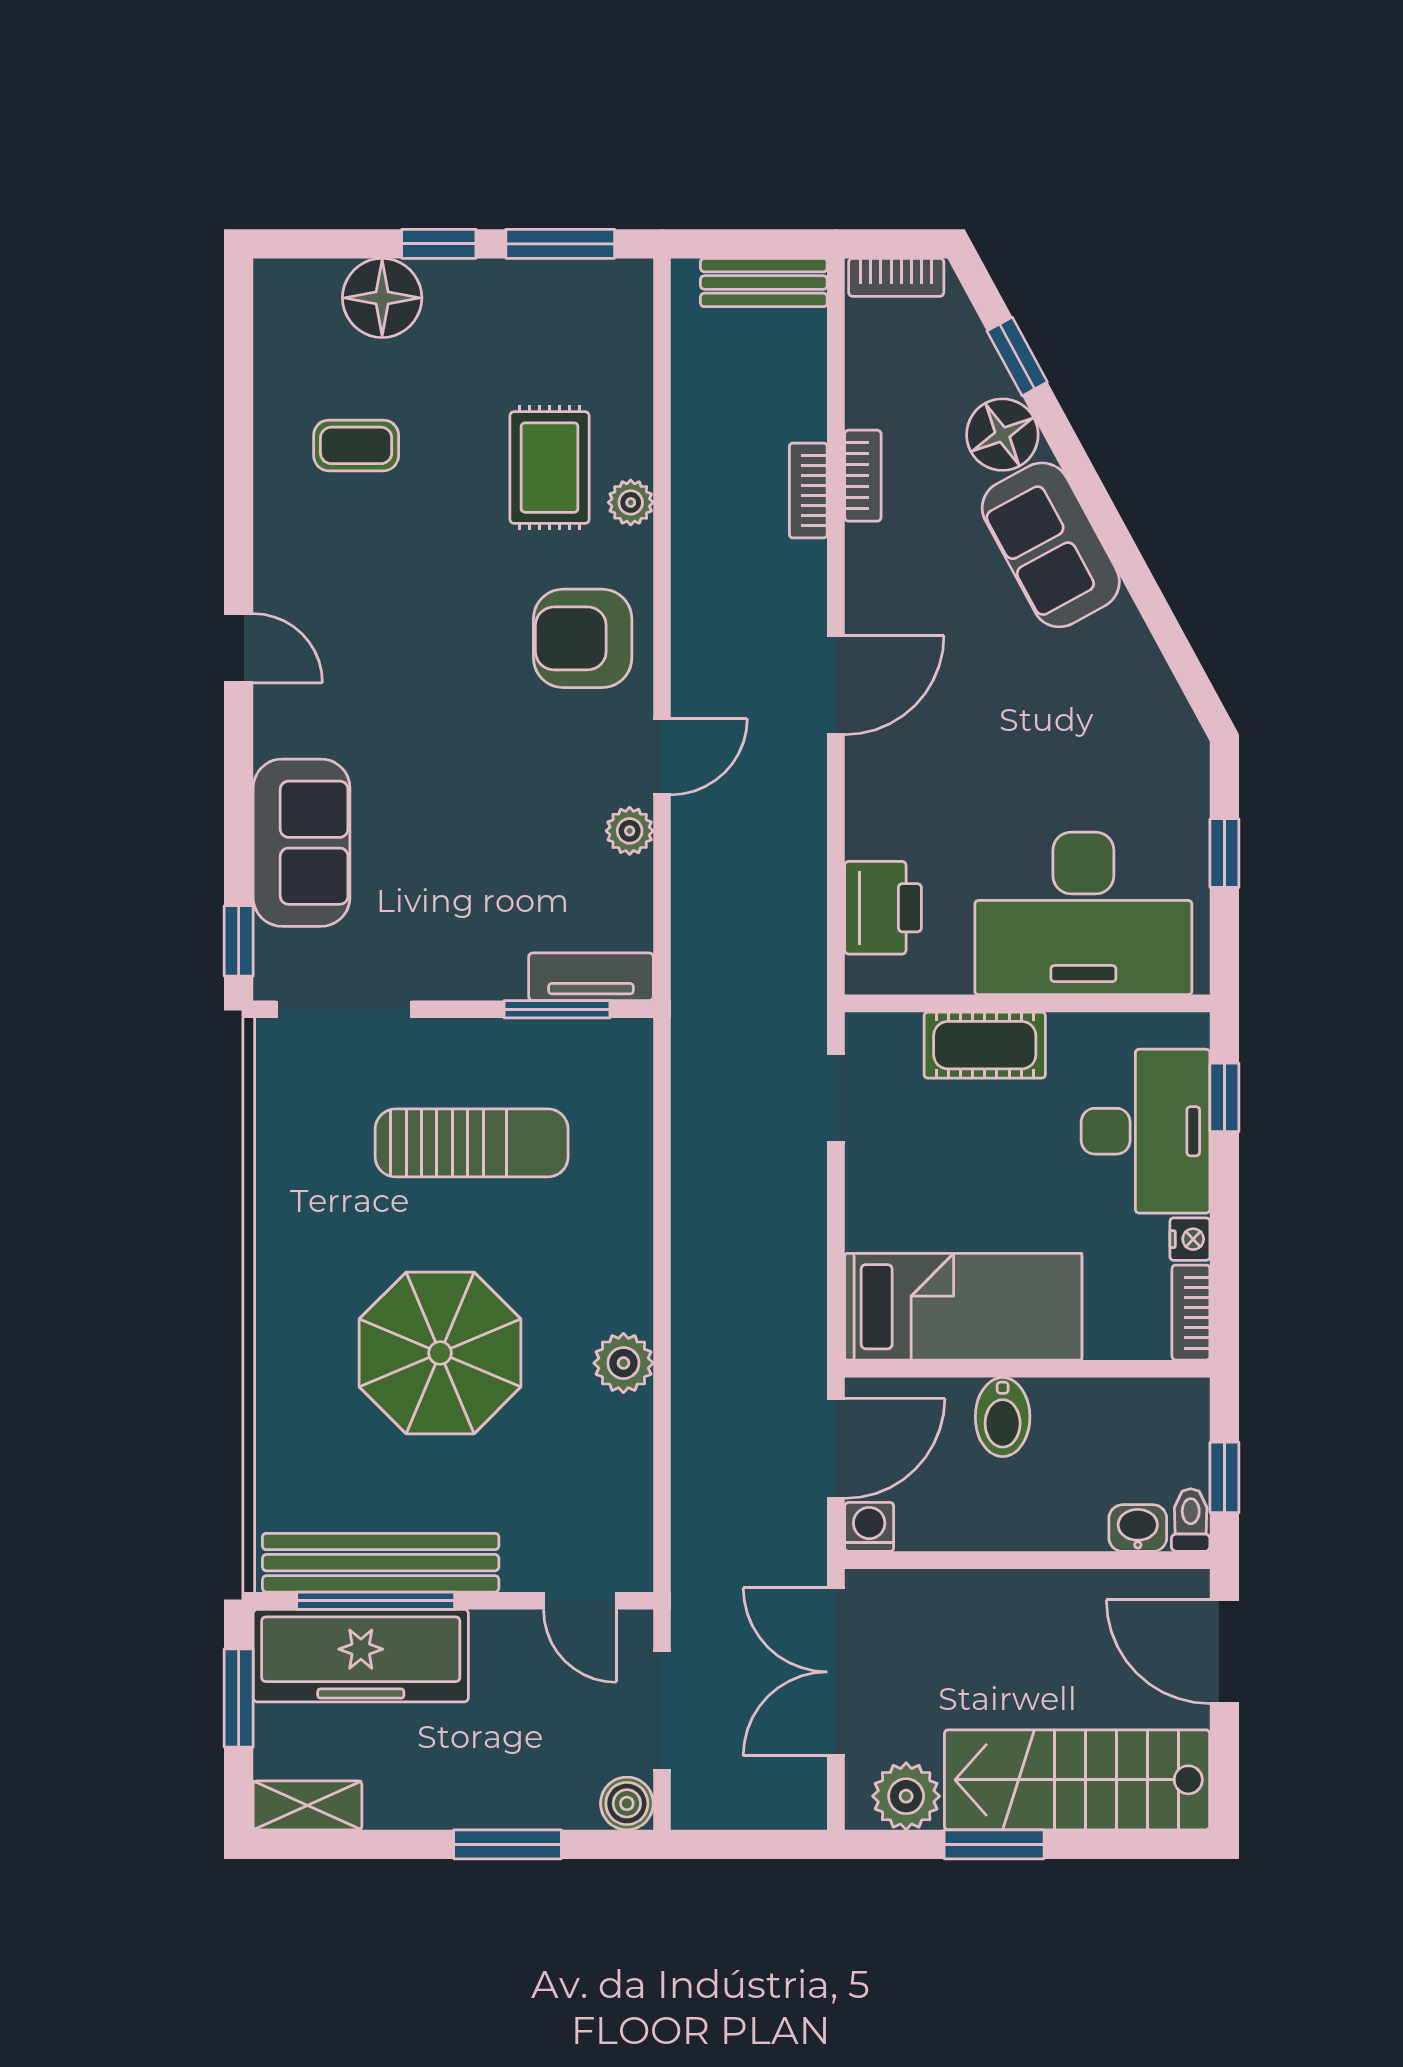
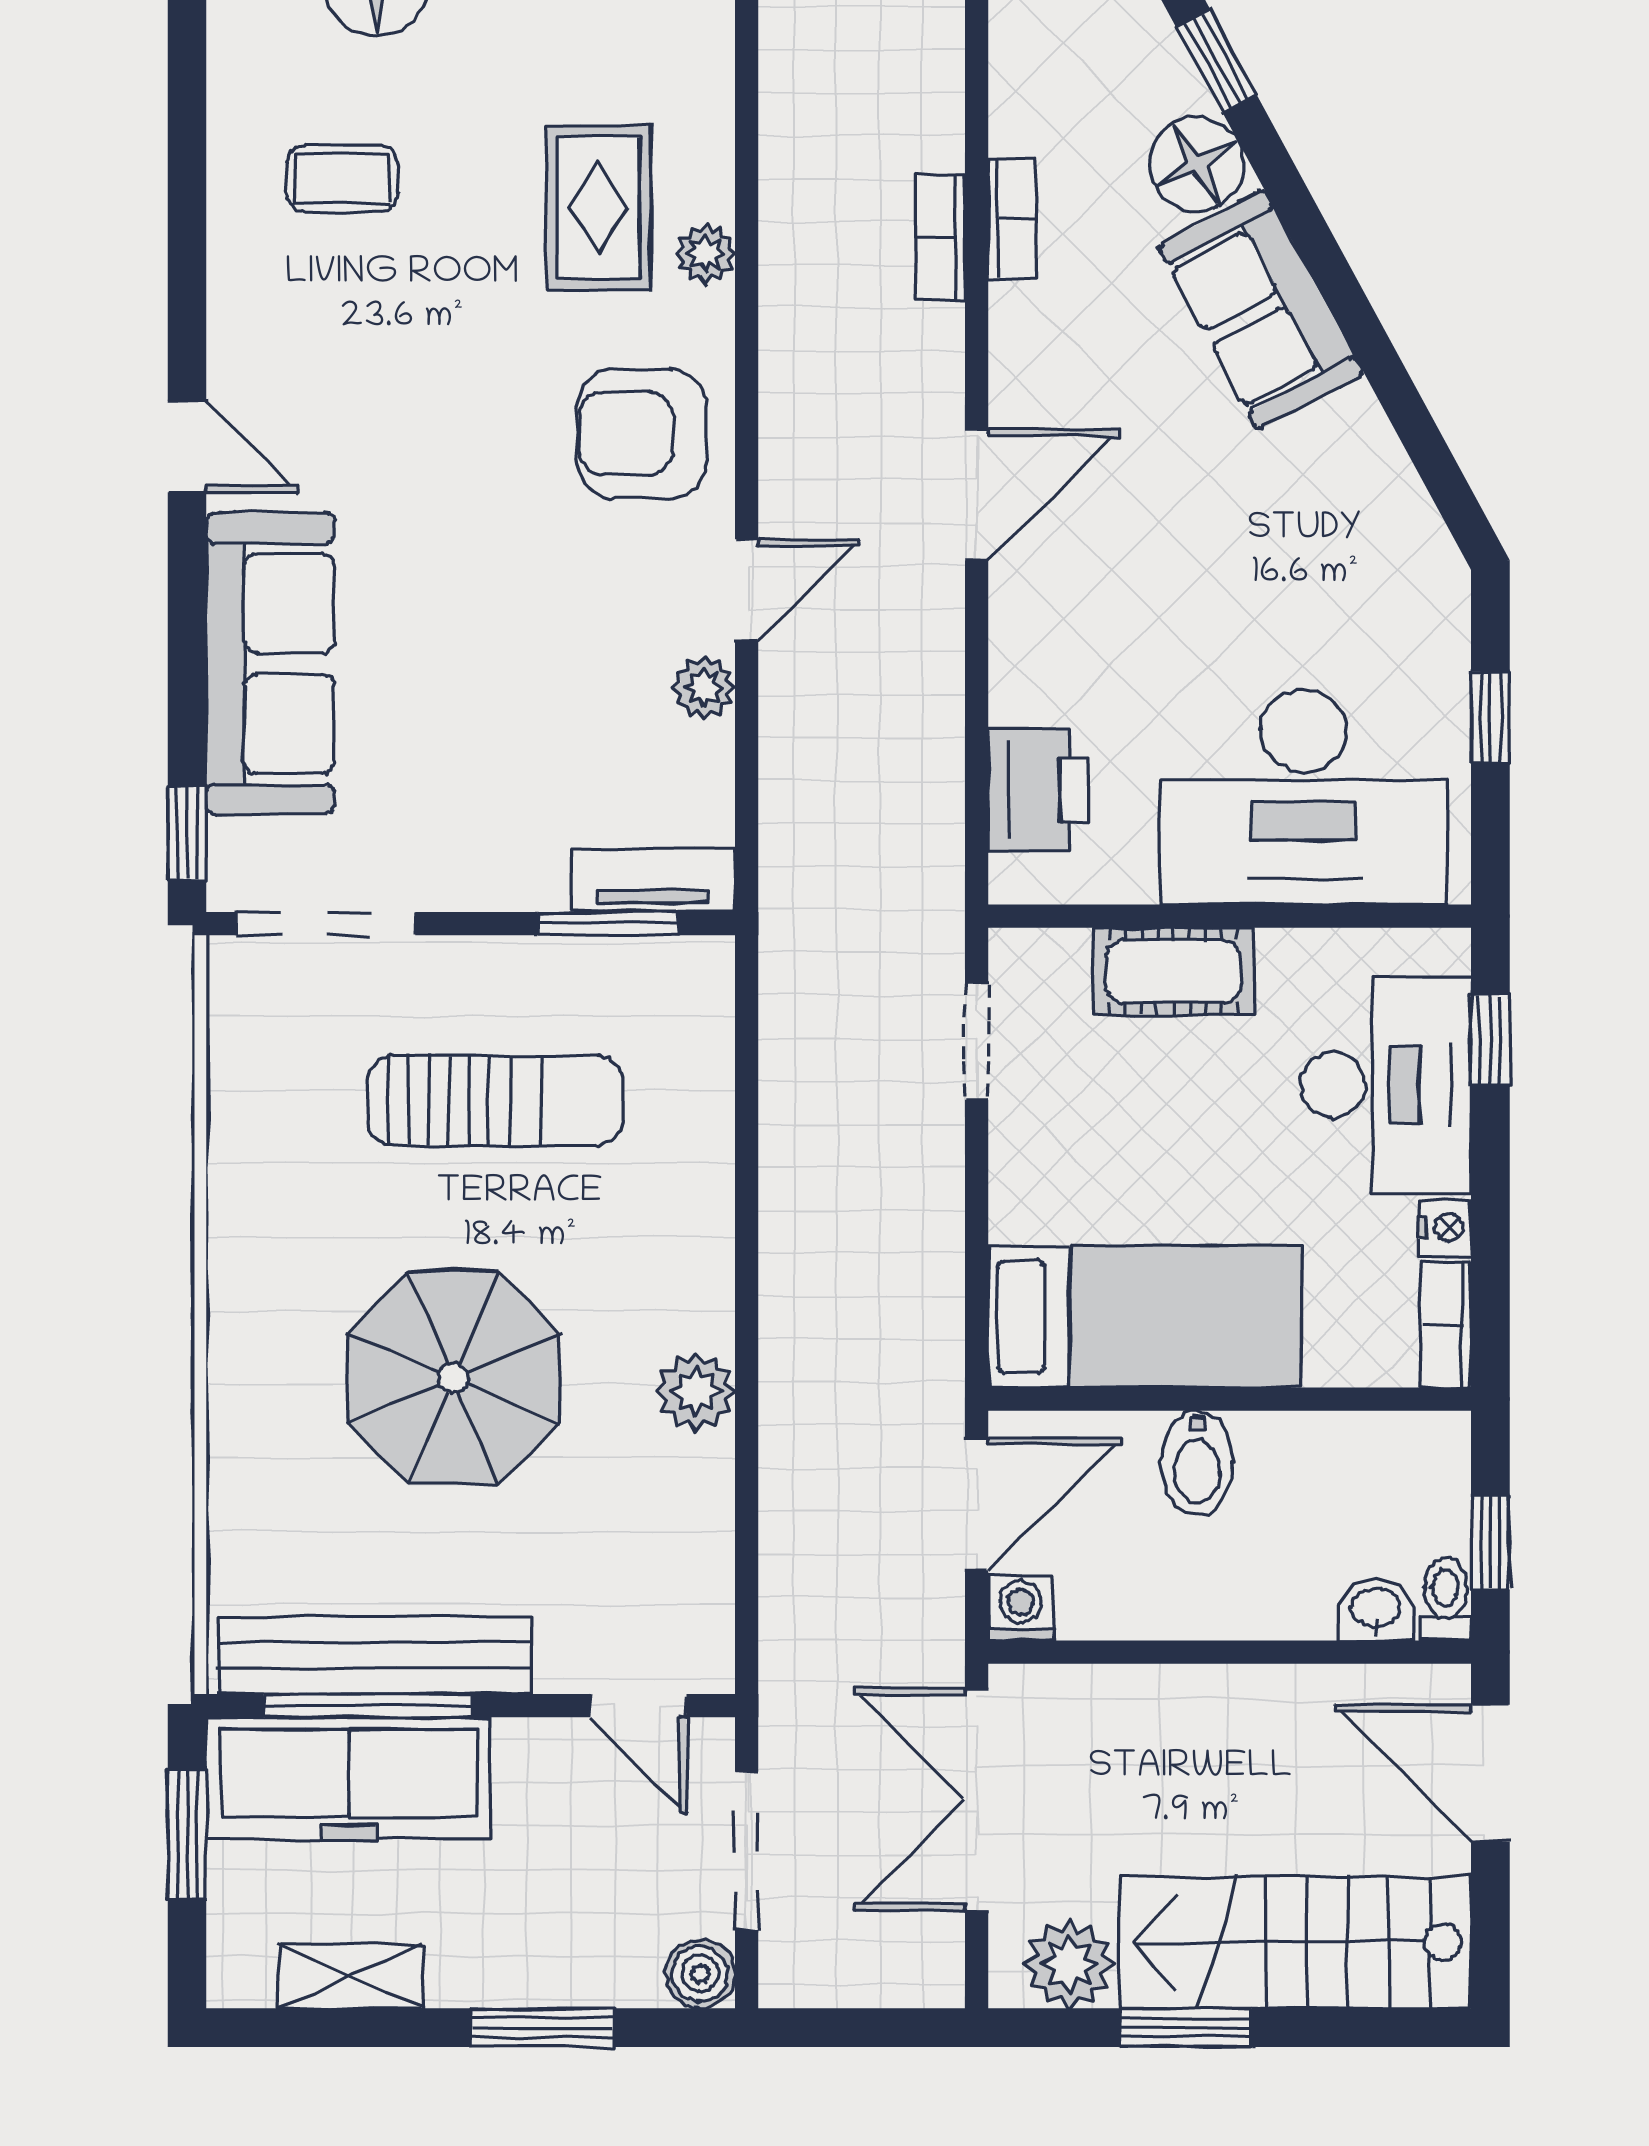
sofa: (302, 843) -> (270, 664), width x1.36
shelving: (308, 1805) -> (351, 1976), moved

